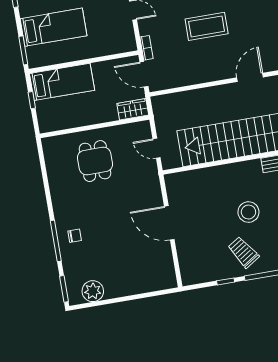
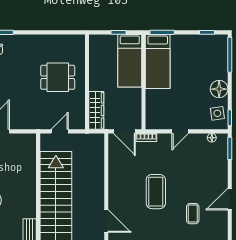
bed: (53, 27) -> (158, 61), moved
door: (144, 74) -> (124, 131), swing flipped
wardrobe: (133, 109) -> (96, 110), width x1.50

